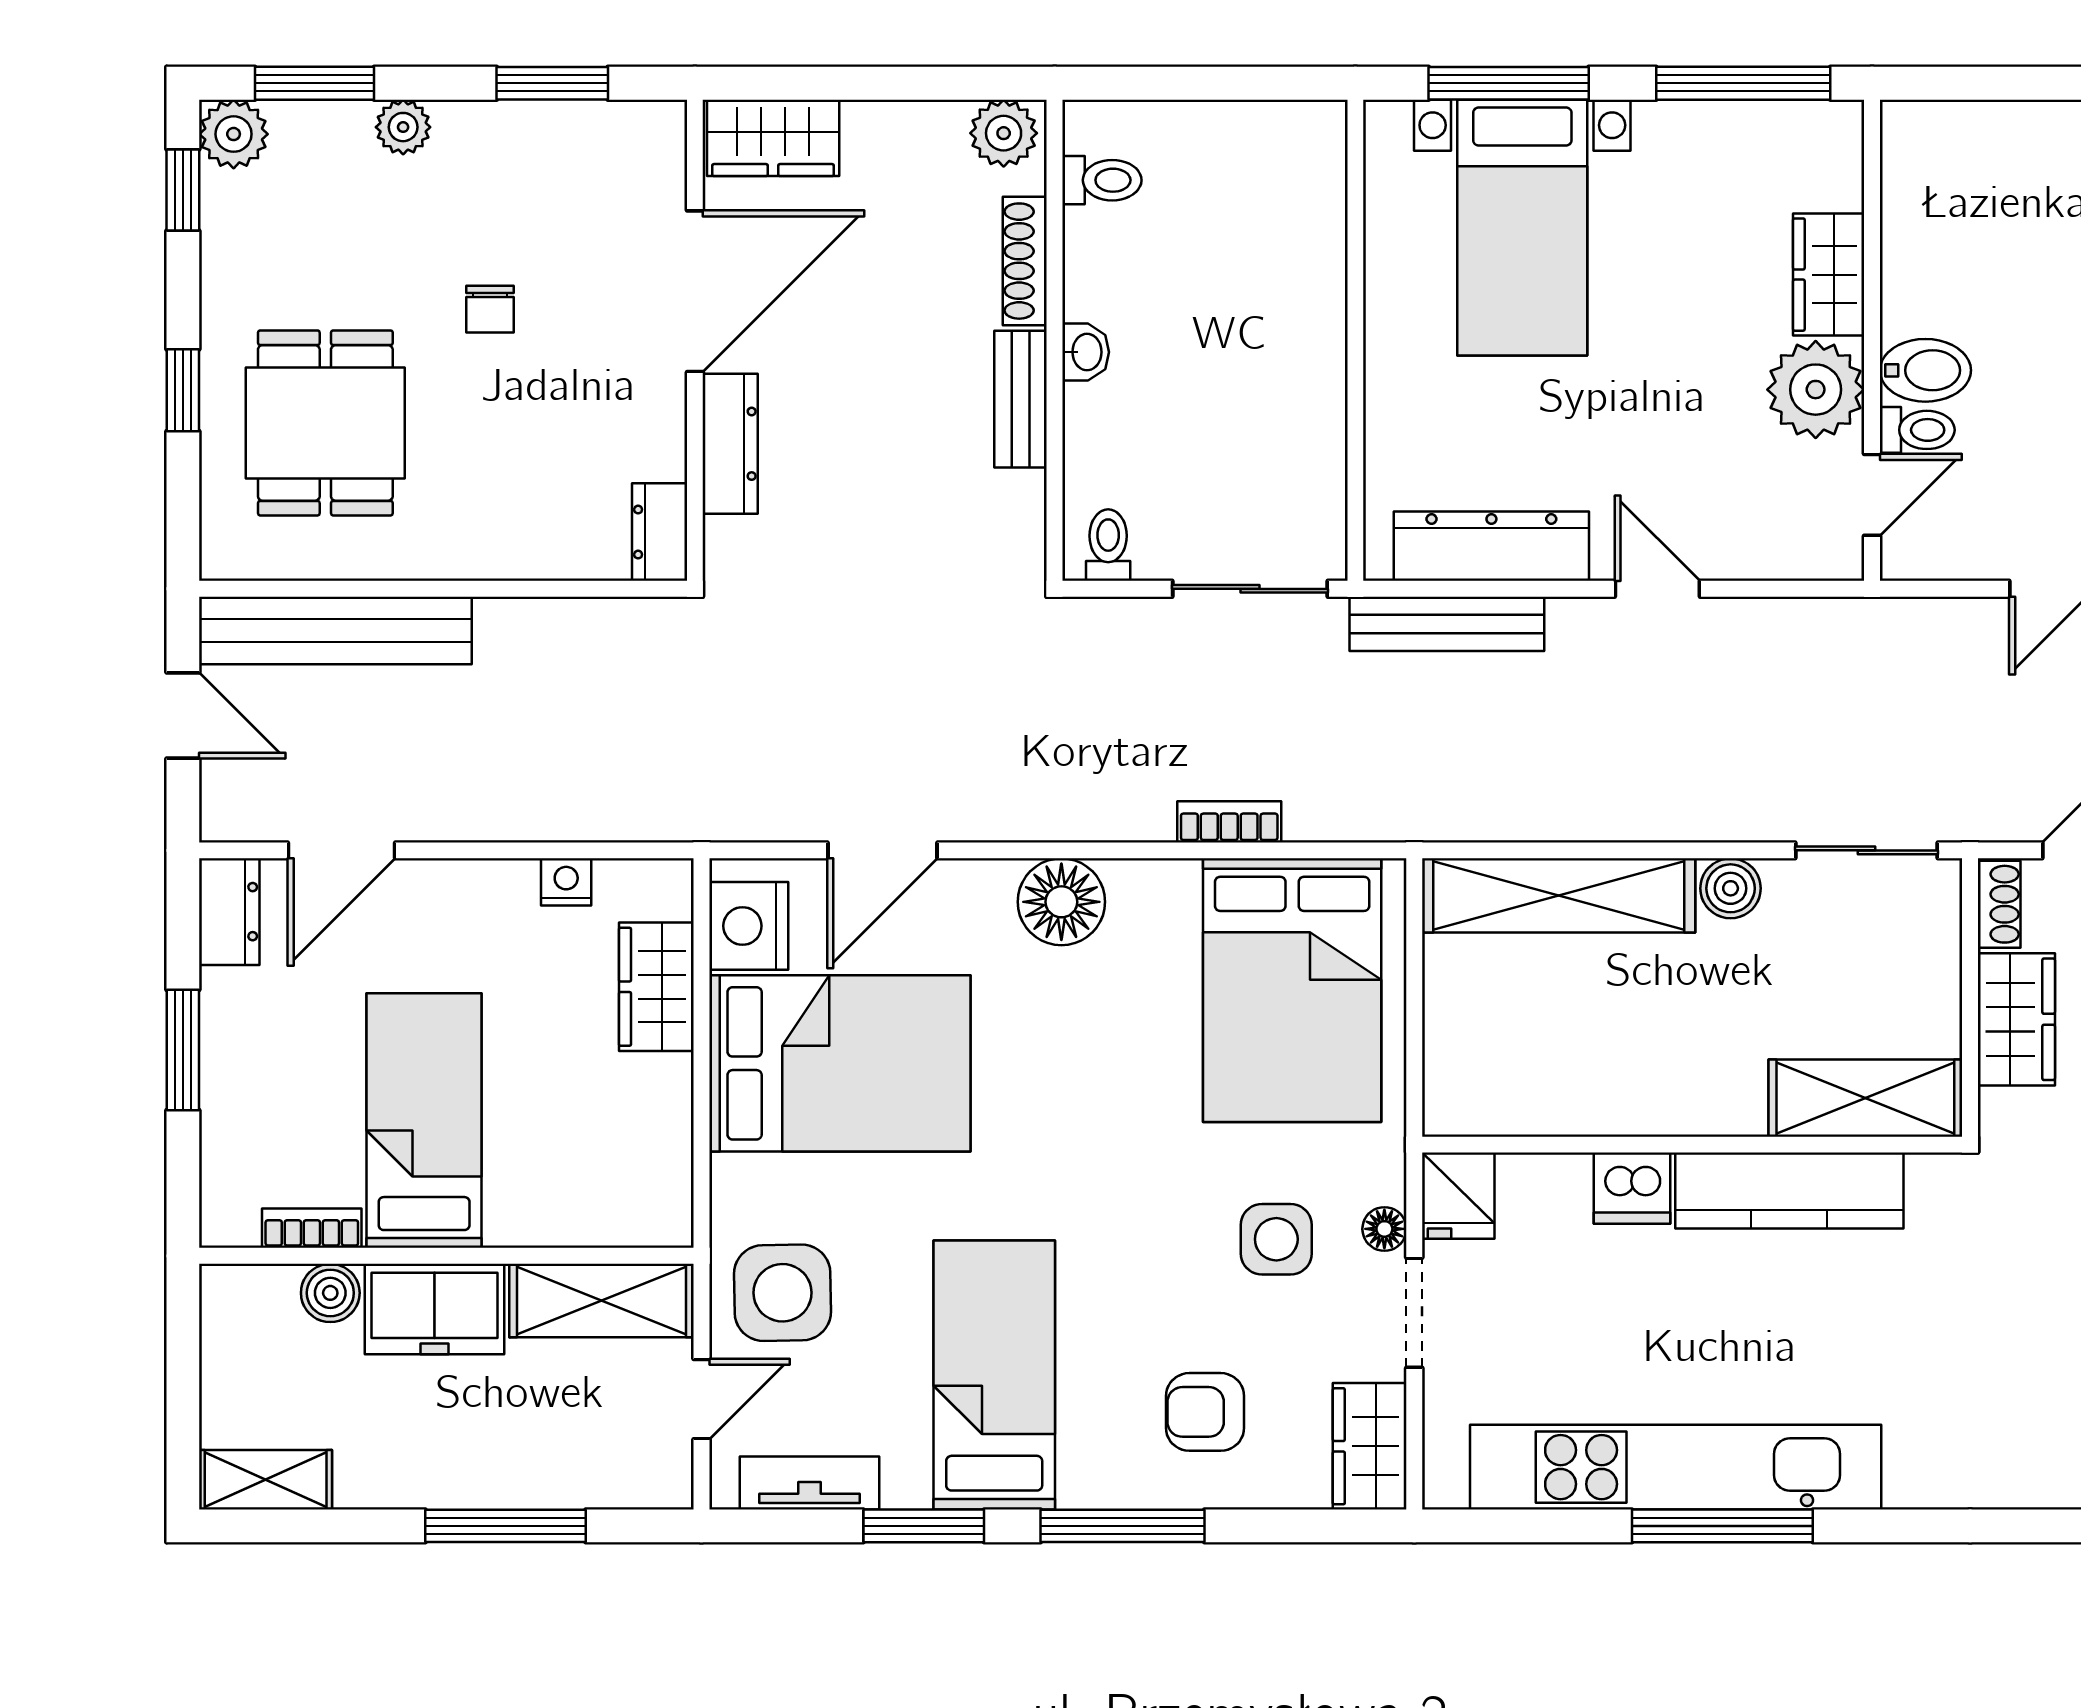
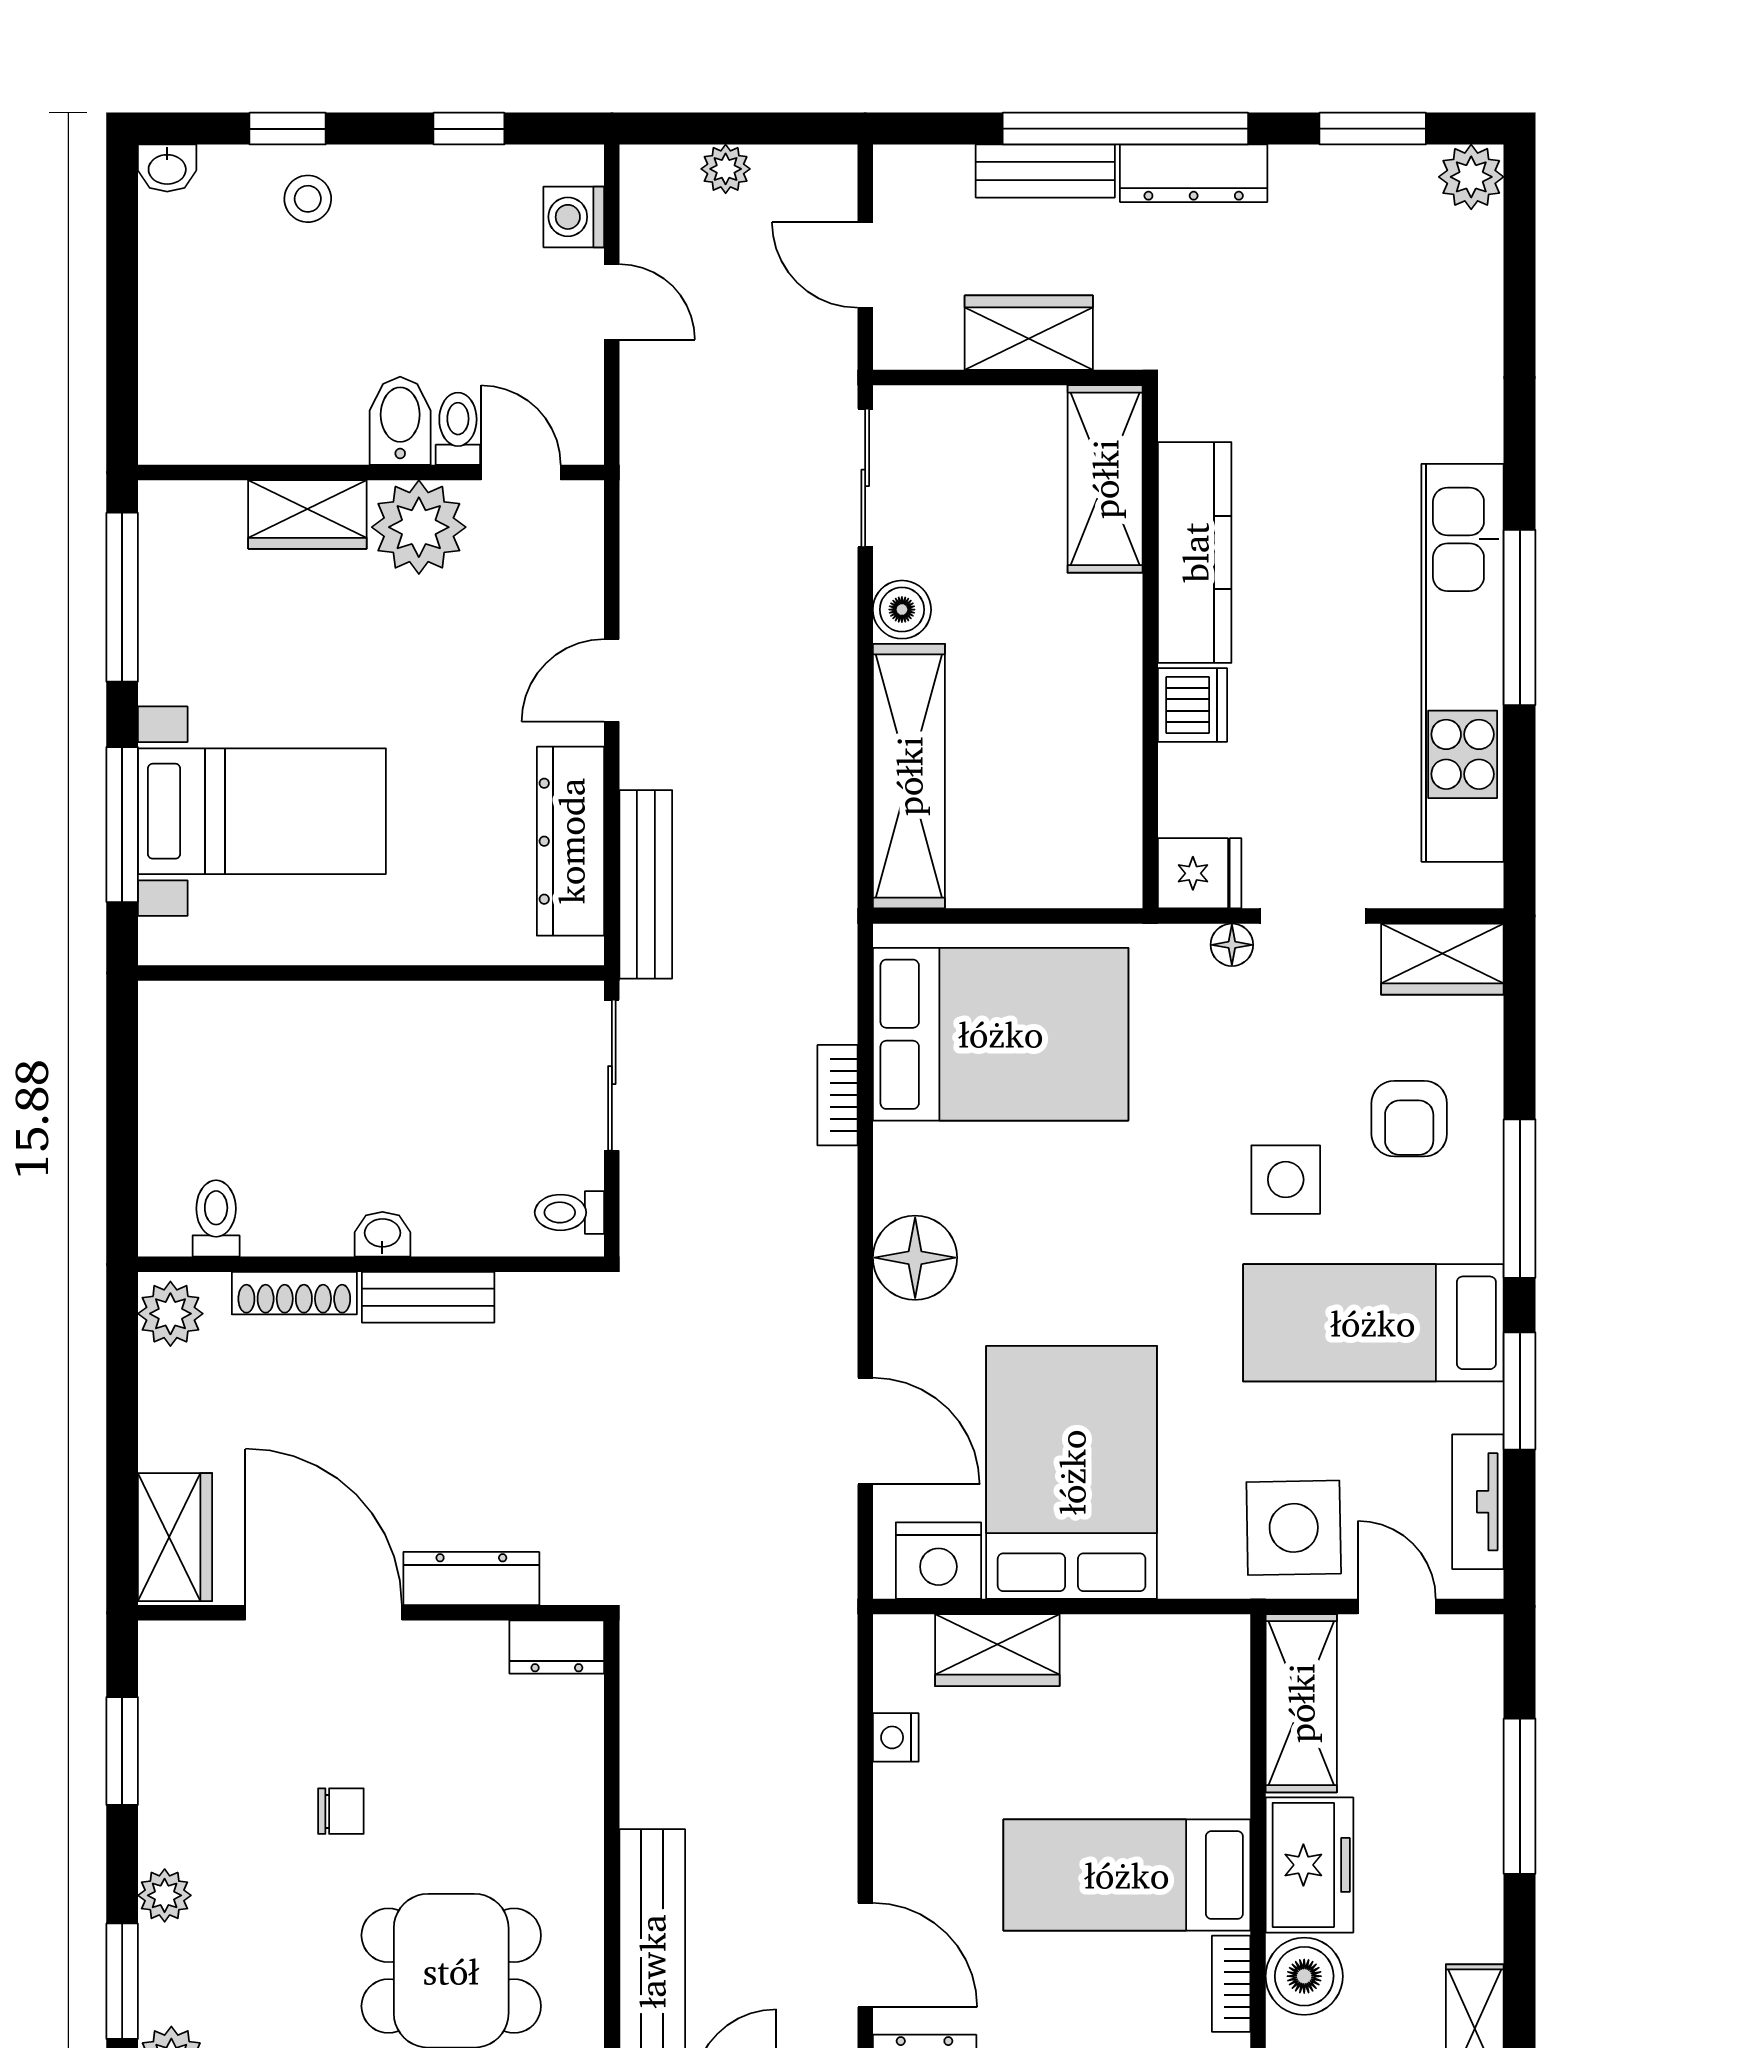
shoe rack: (1999, 904) -> (917, 349), removed
side table: (1276, 1239) -> (1286, 1180), moved
boiler: (330, 1293) -> (1304, 1976), width x1.36, depth x1.36

